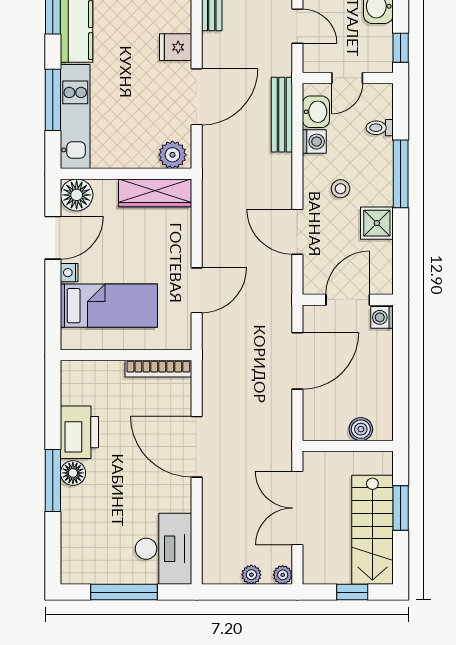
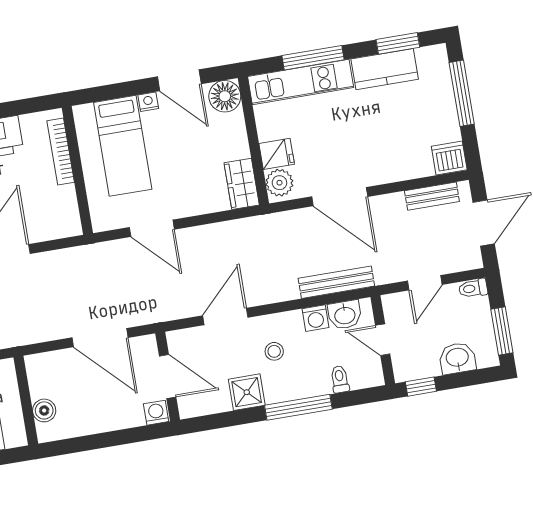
fridge: (176, 47) -> (277, 154), moved, turned 90
wardrobe: (155, 193) -> (242, 184), width x0.67
bookcase: (158, 369) -> (61, 152), moved

